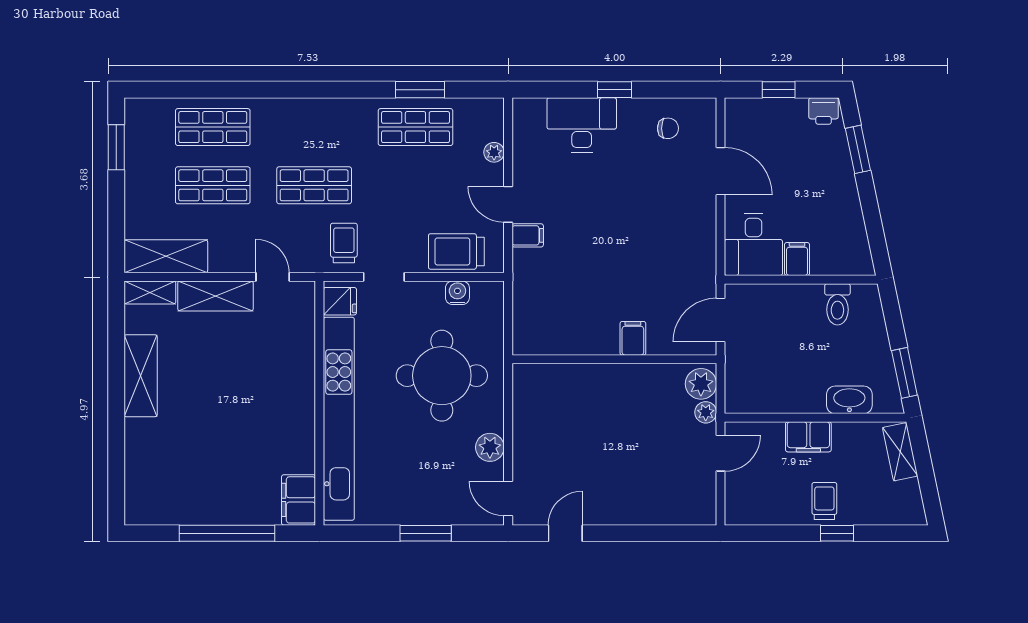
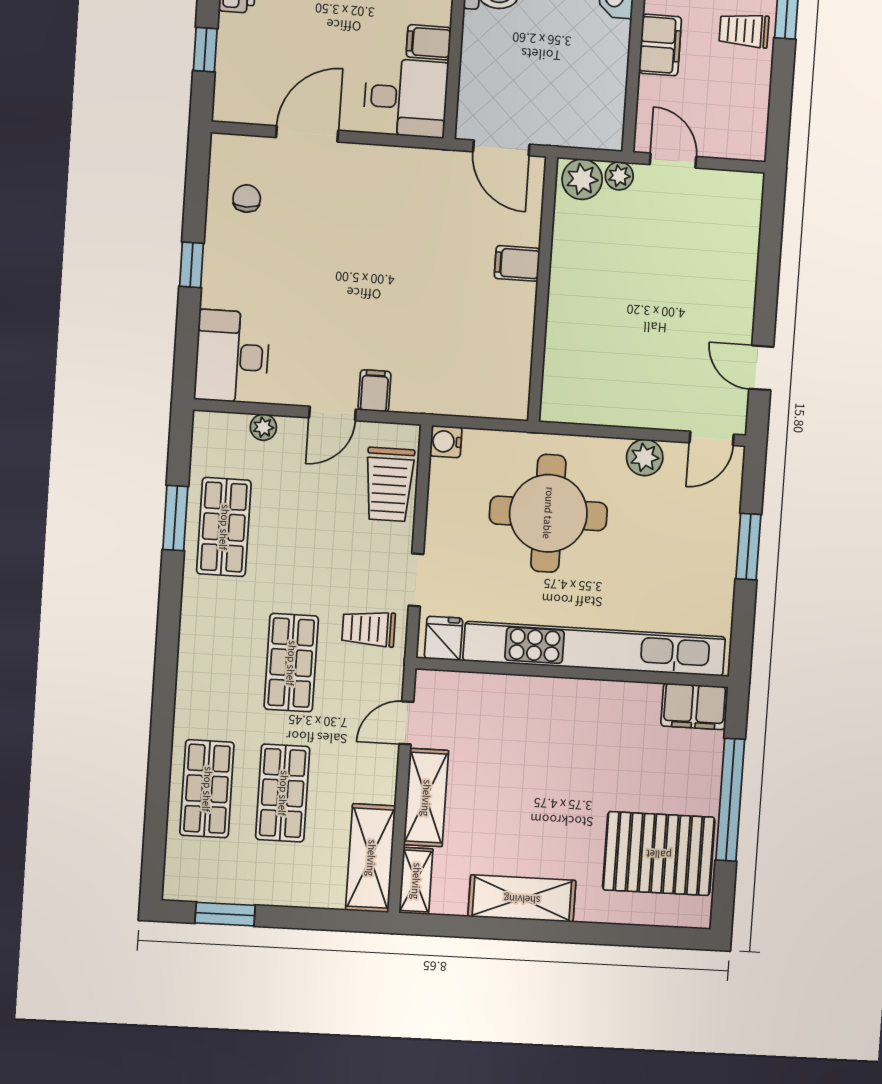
desk: (582, 125) -> (232, 356), moved
water cooler: (457, 293) -> (446, 442), moved
pallet: (182, 480) -> (659, 854), added

